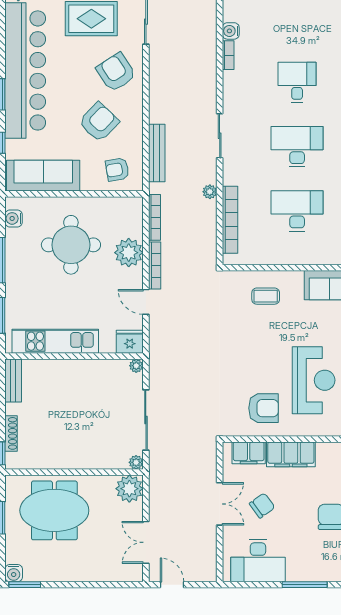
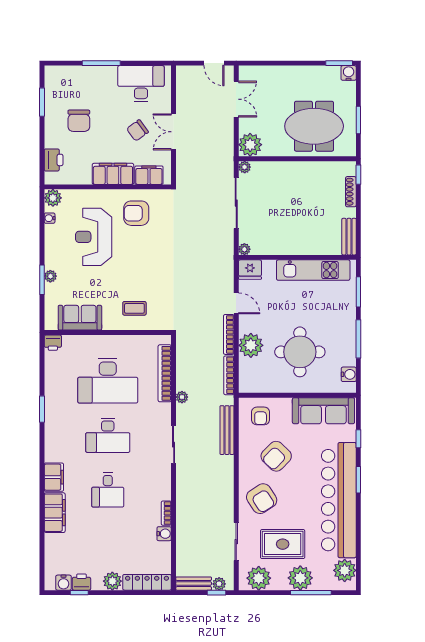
armchair: (117, 169) -> (261, 416), turned 100
desk: (297, 211) -> (108, 381), width x1.36, depth x1.30

